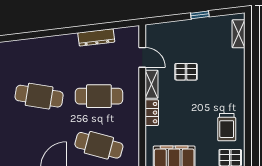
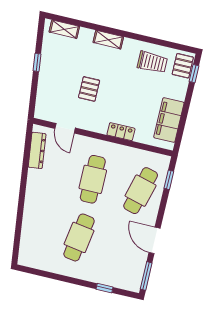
dresser: (96, 37) -> (37, 150), moved
door: (142, 57) -> (65, 128), swing flipped
shelving: (152, 84) -> (108, 40), moved

